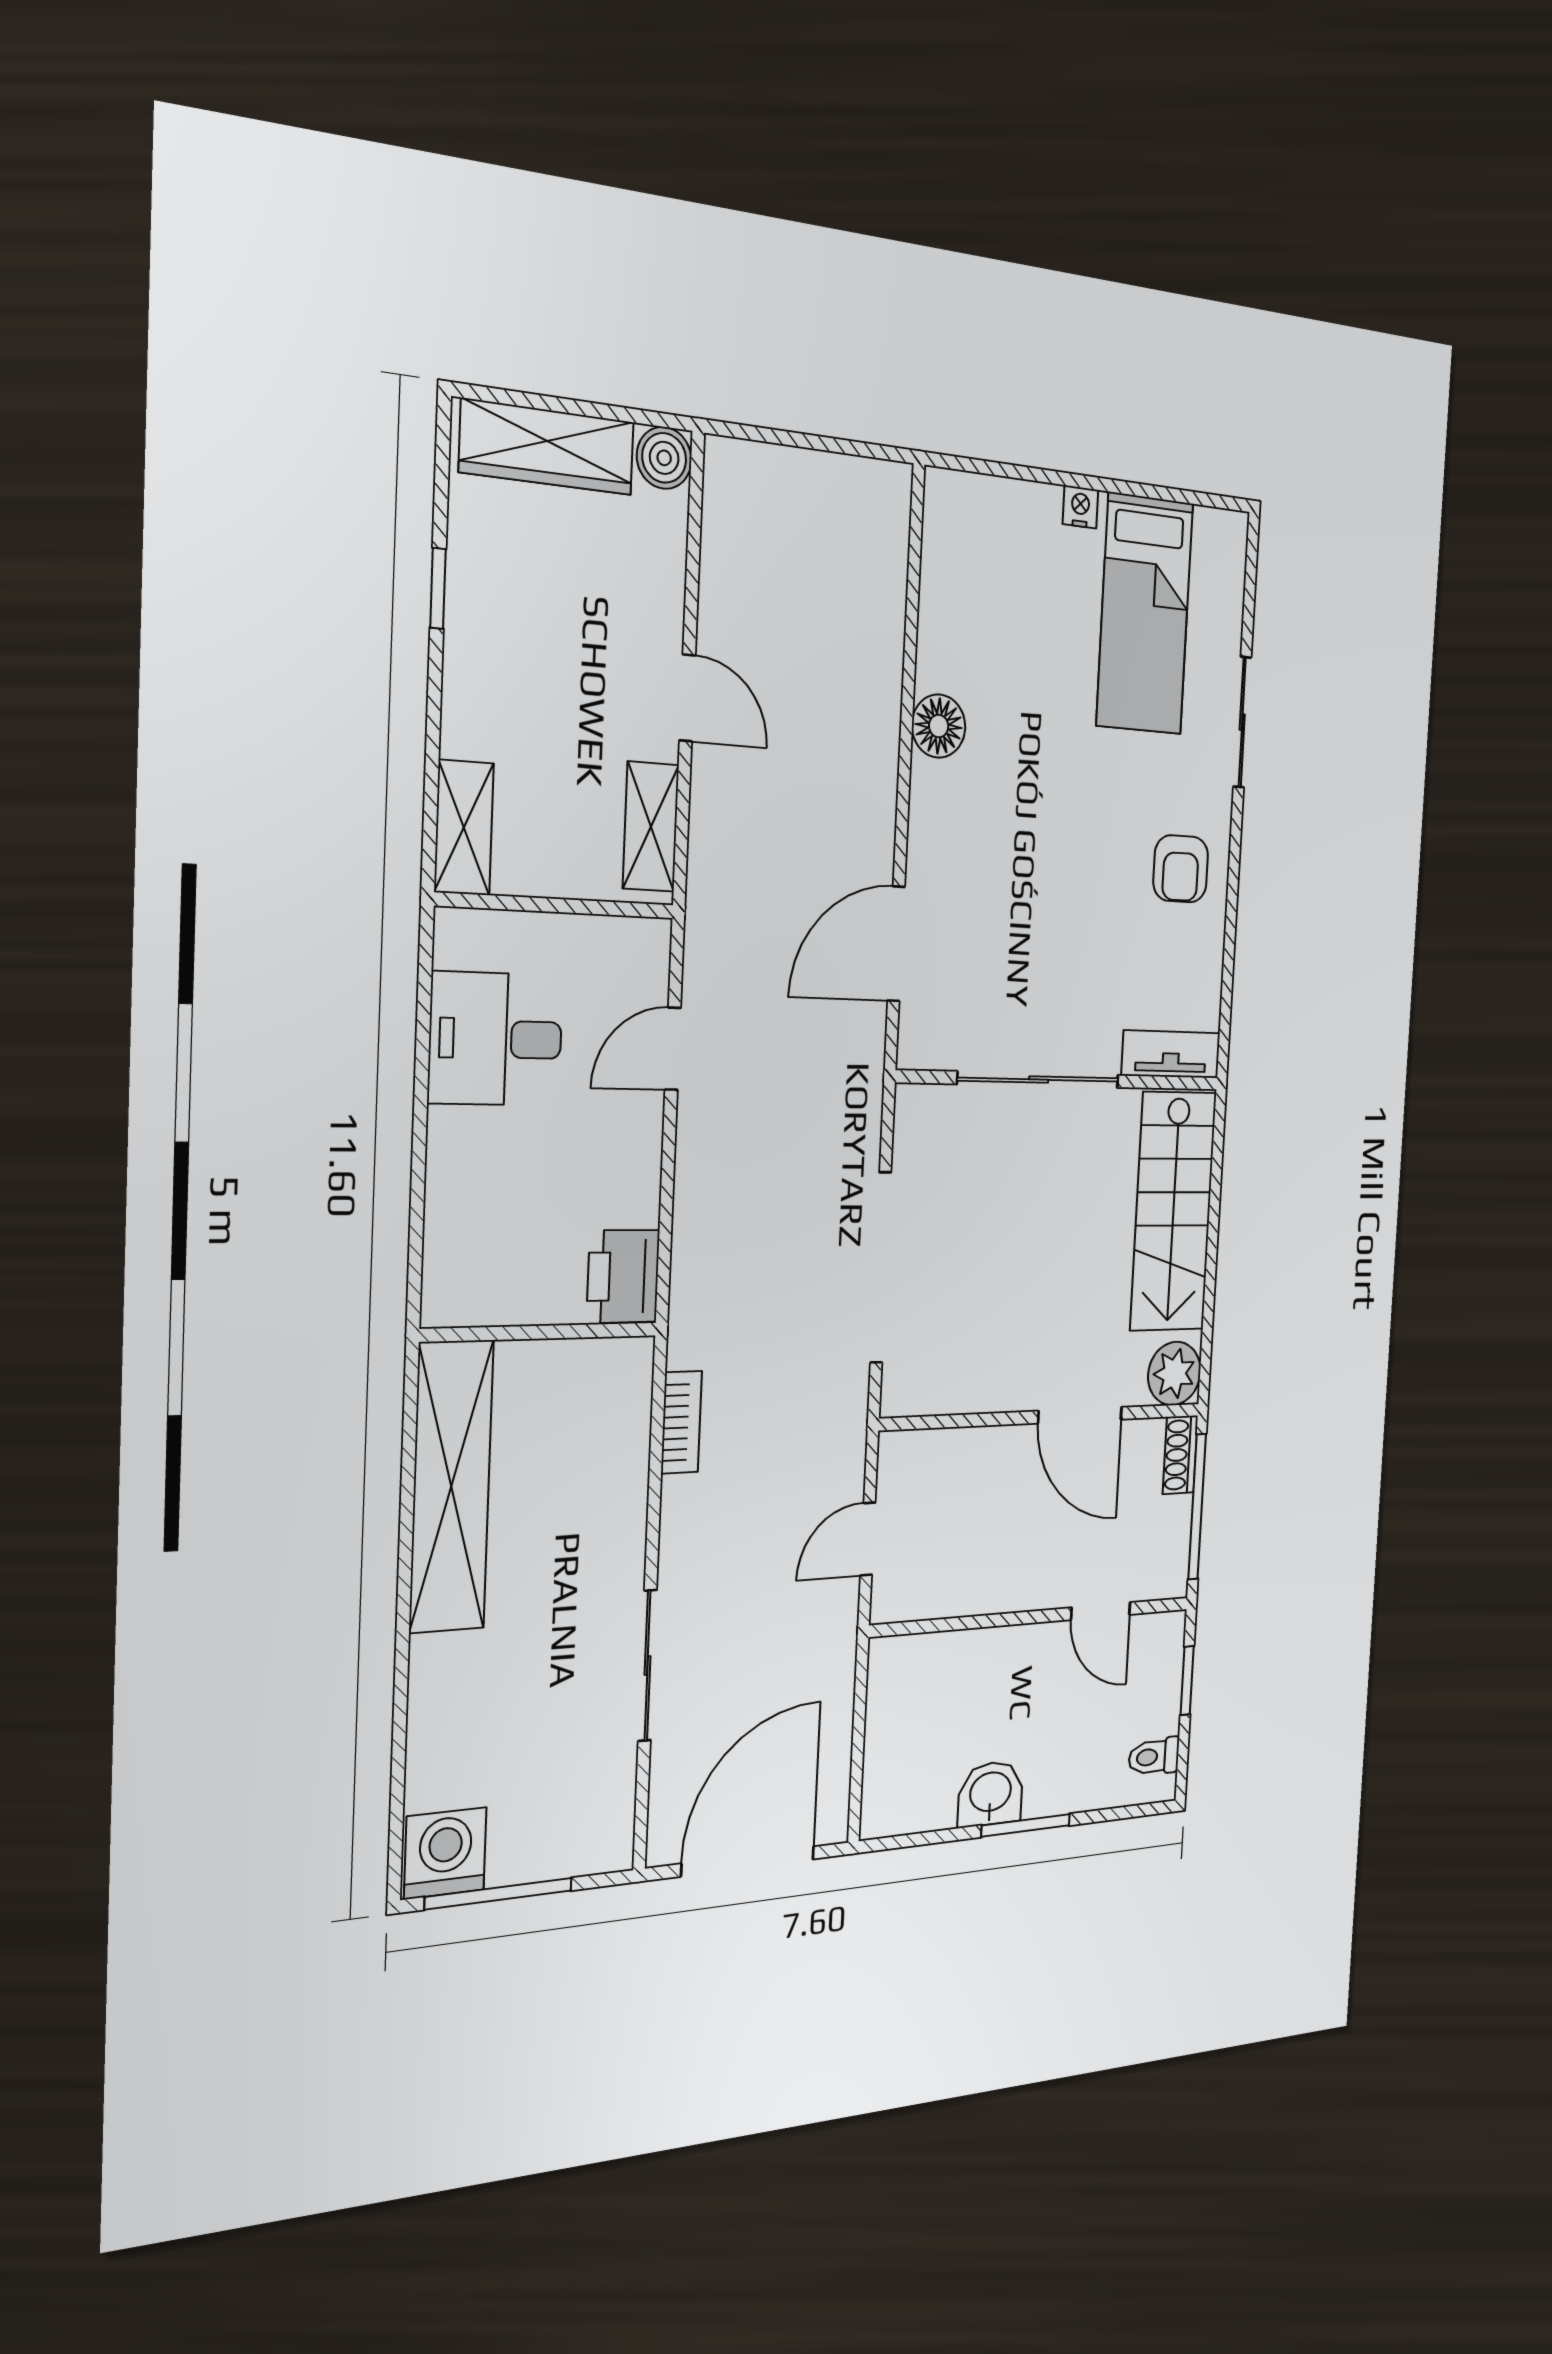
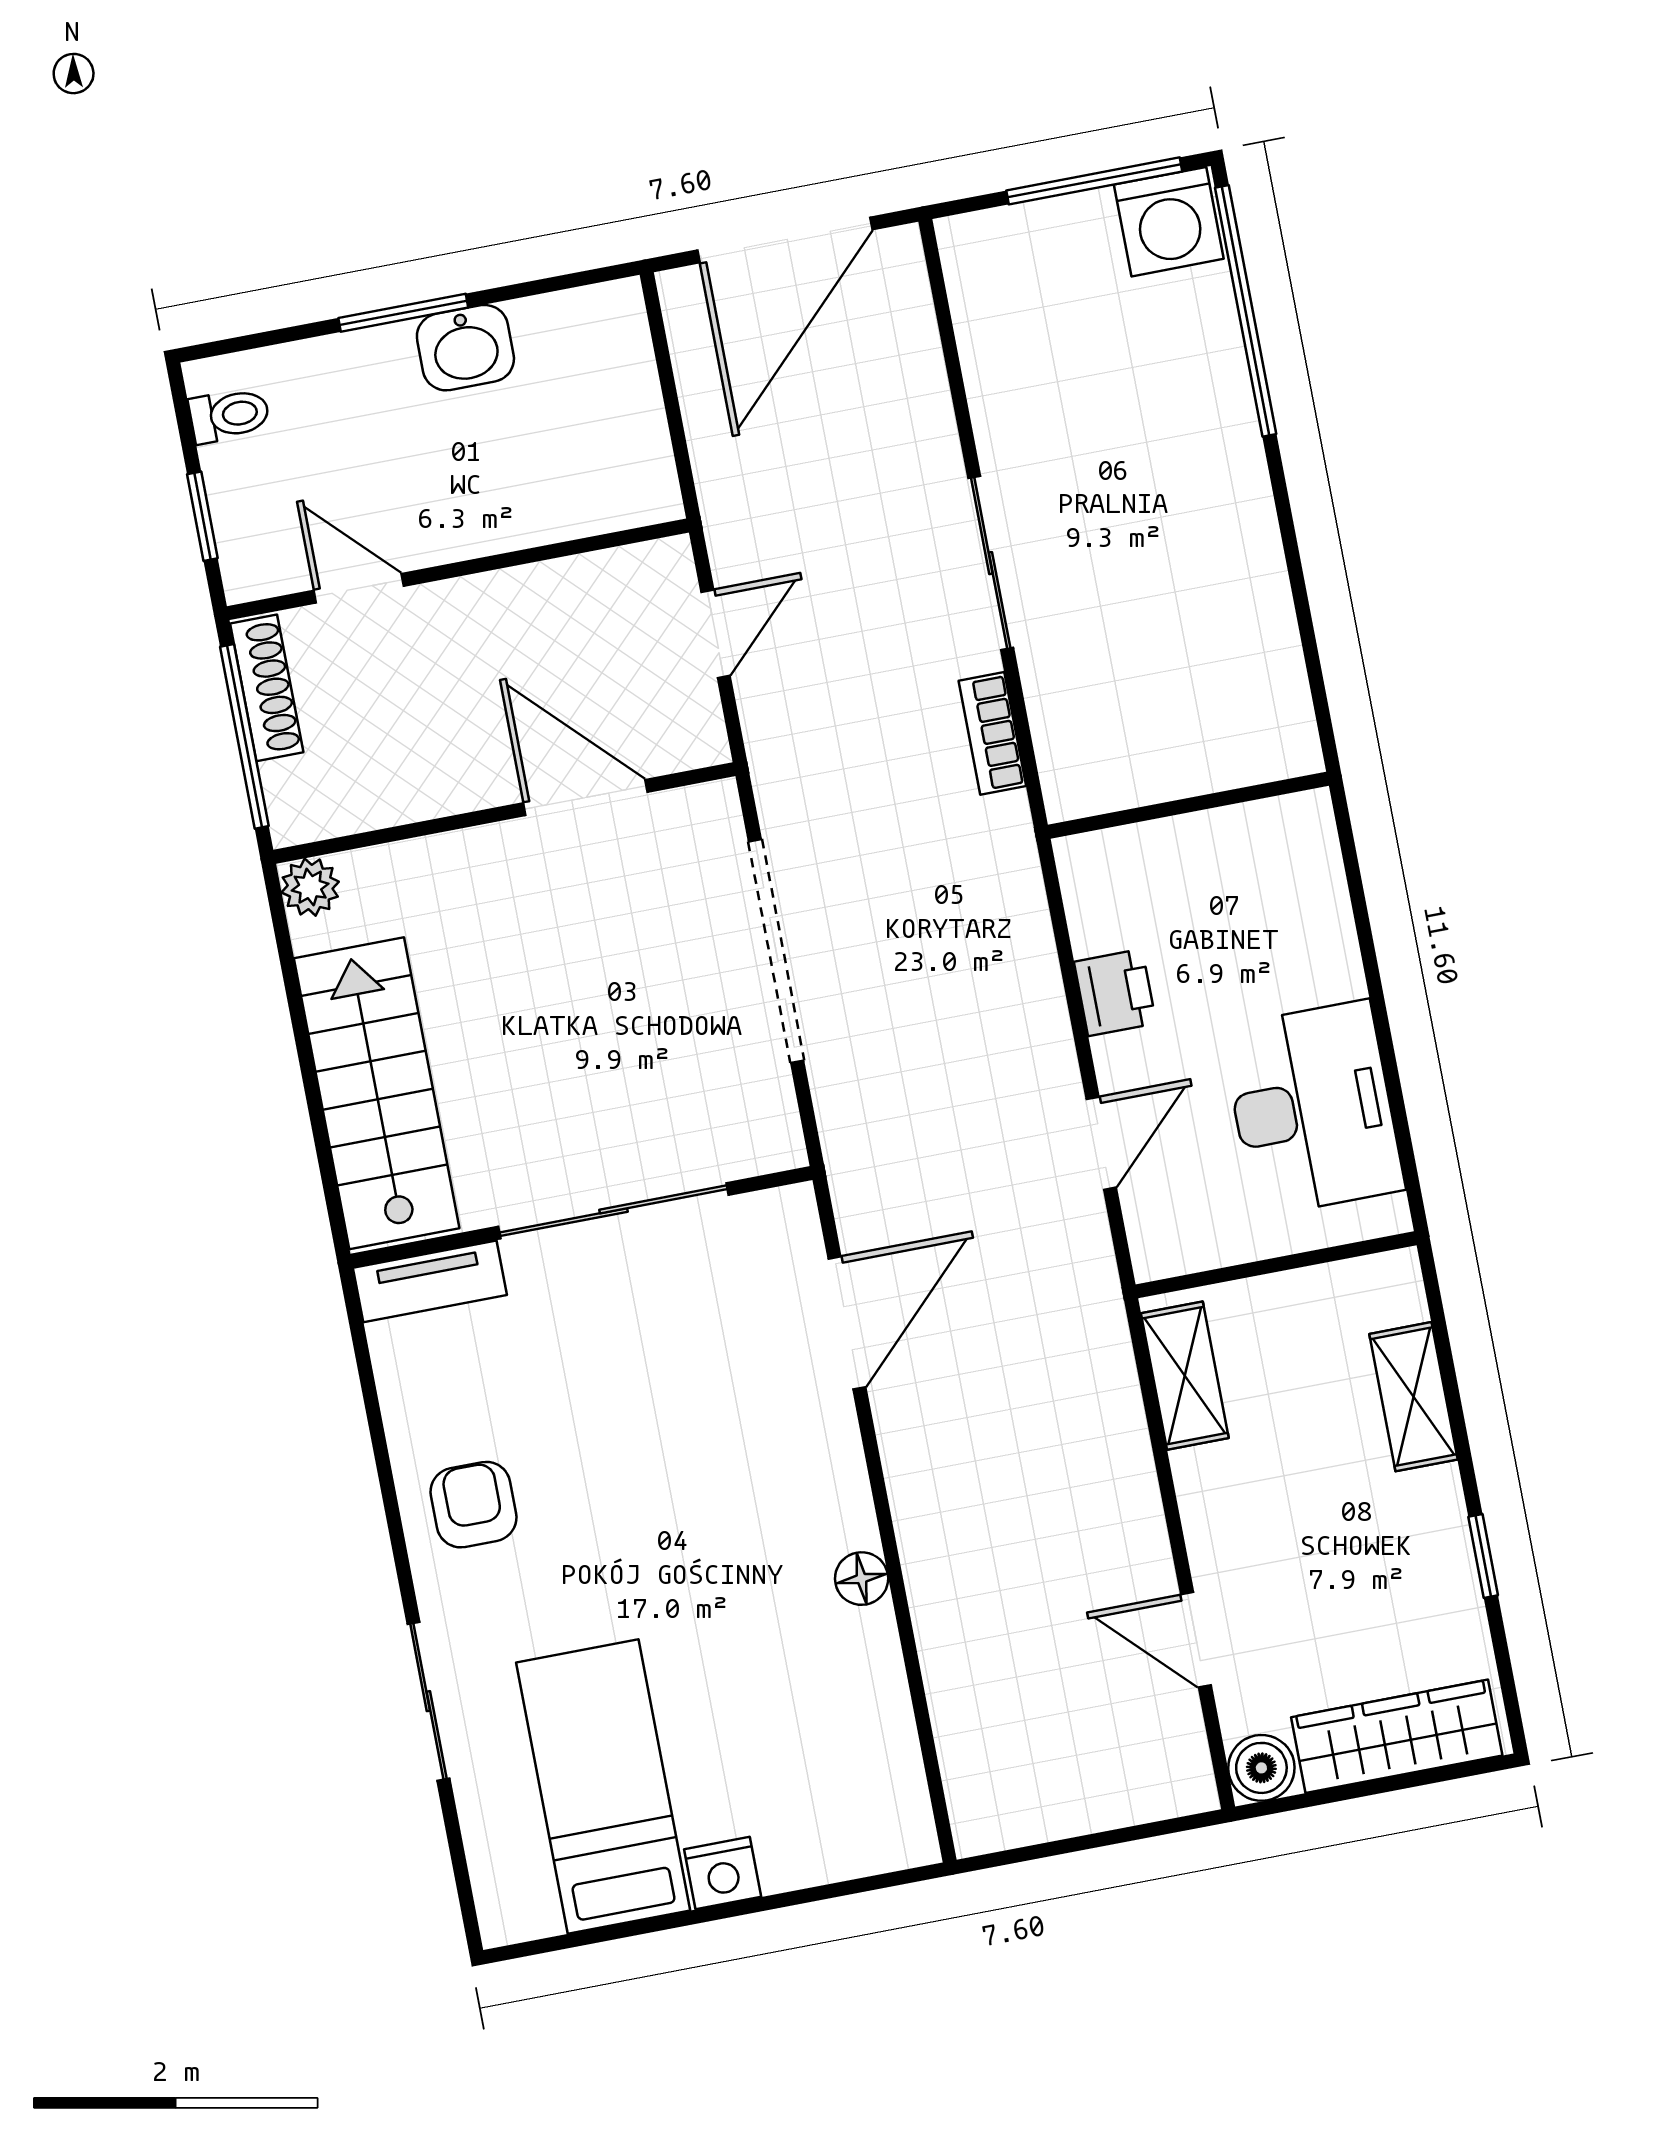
nightstand: (1080, 507) -> (723, 1873), width x1.39, depth x1.35
door: (687, 698) -> (1196, 1640), moved
floor lamp: (939, 726) -> (862, 1579), width x0.73, depth x0.73
shelving: (464, 828) -> (1413, 1397), moved
desk: (496, 1039) -> (1313, 1108), width x1.37
printer: (623, 1276) -> (1115, 993), moved, width x0.73, depth x0.81
plant: (1174, 1374) -> (310, 887), width x0.73, depth x0.73
door: (1080, 1415) -> (585, 798), moved
shoe rack: (1180, 1455) -> (267, 688), moved, width x1.43
shelving: (451, 1486) -> (1254, 623), removed
sliding door: (647, 1666) -> (991, 563), moved
window: (398, 1768) -> (1246, 311), added

